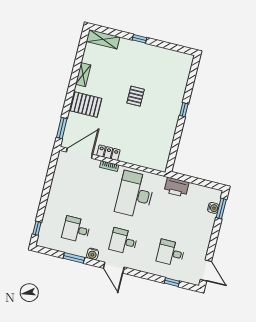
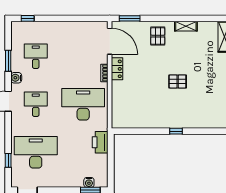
pallet: (86, 105) -> (158, 36), width x0.67, depth x0.71
desk: (171, 253) -> (36, 152), width x1.87, depth x1.30

